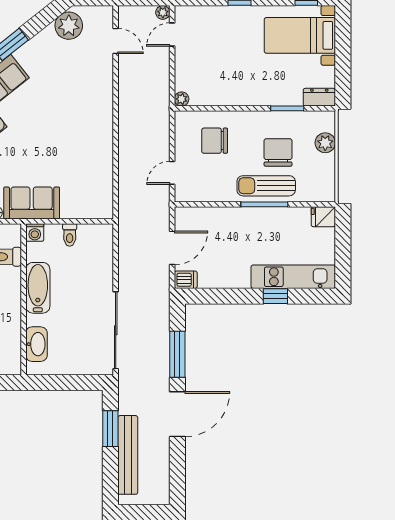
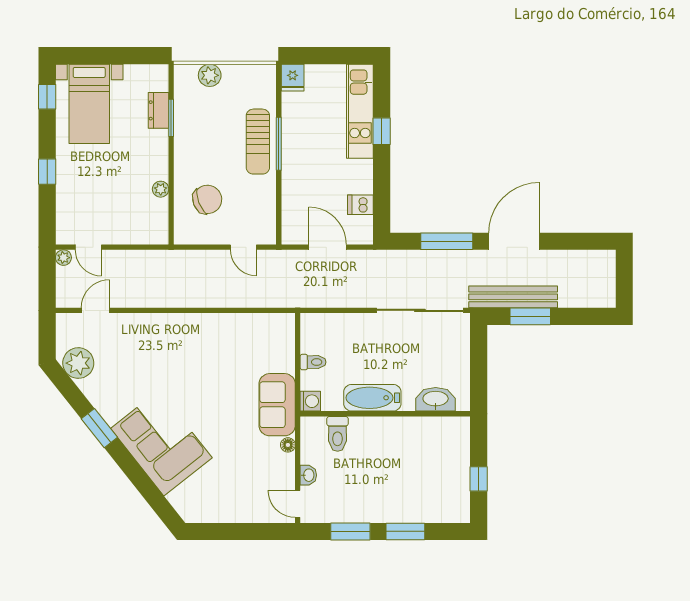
dresser: (319, 97) -> (159, 110), moved
plant: (182, 99) -> (161, 189), moved
chair: (215, 141) -> (207, 199), turned -111
chair: (278, 152) -> (221, 128), removed
dishwasher: (186, 280) -> (360, 205), moved, turned -90
door: (177, 414) -> (514, 241), hinge flipped
bench: (128, 455) -> (513, 297), moved

